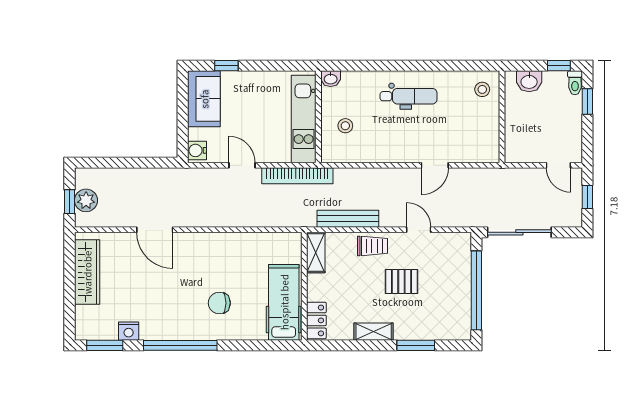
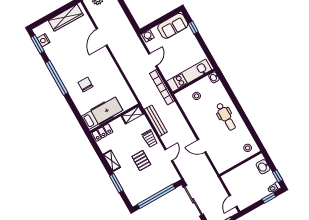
nightstand: (129, 331) -> (44, 40), moved

